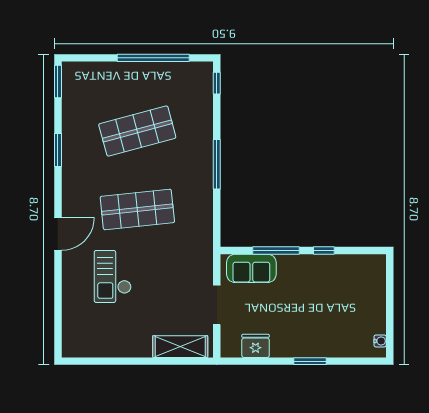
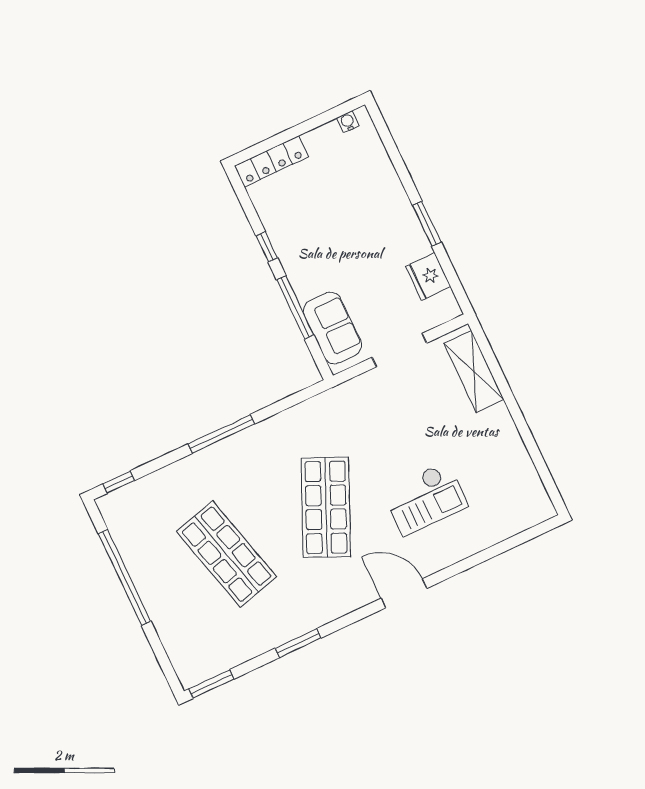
shop shelf: (137, 209) -> (326, 507), turned 30
locker: (378, 280) -> (271, 161), added
window: (310, 361) -> (427, 224), moved

